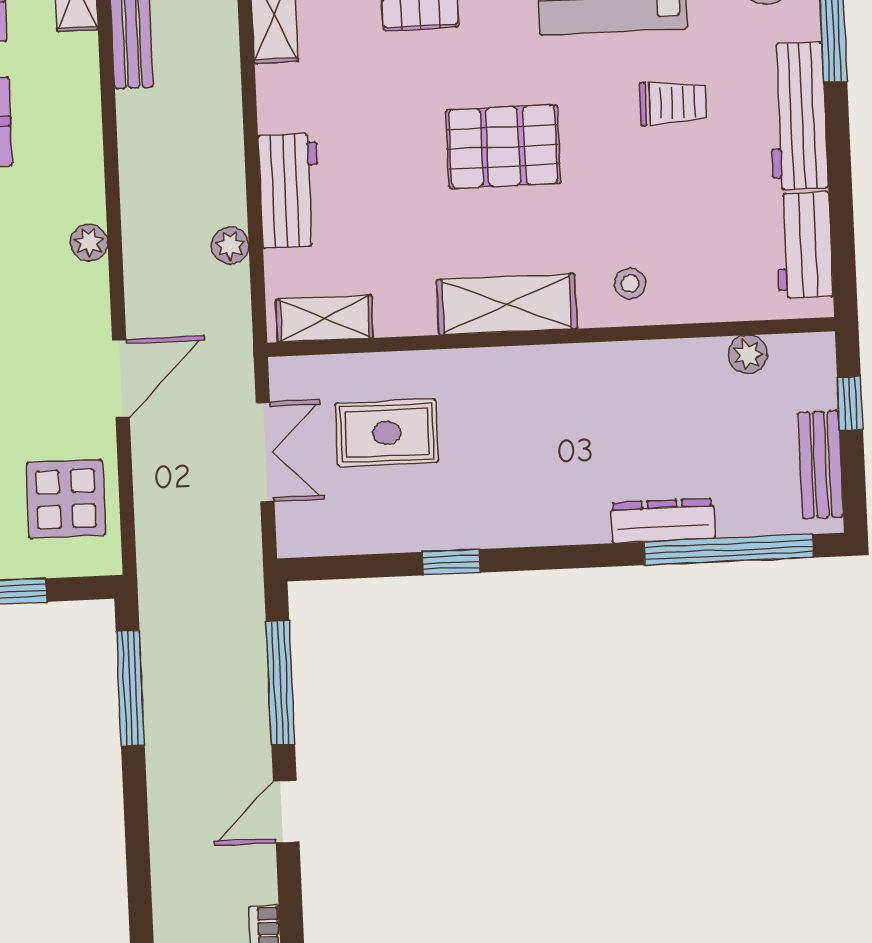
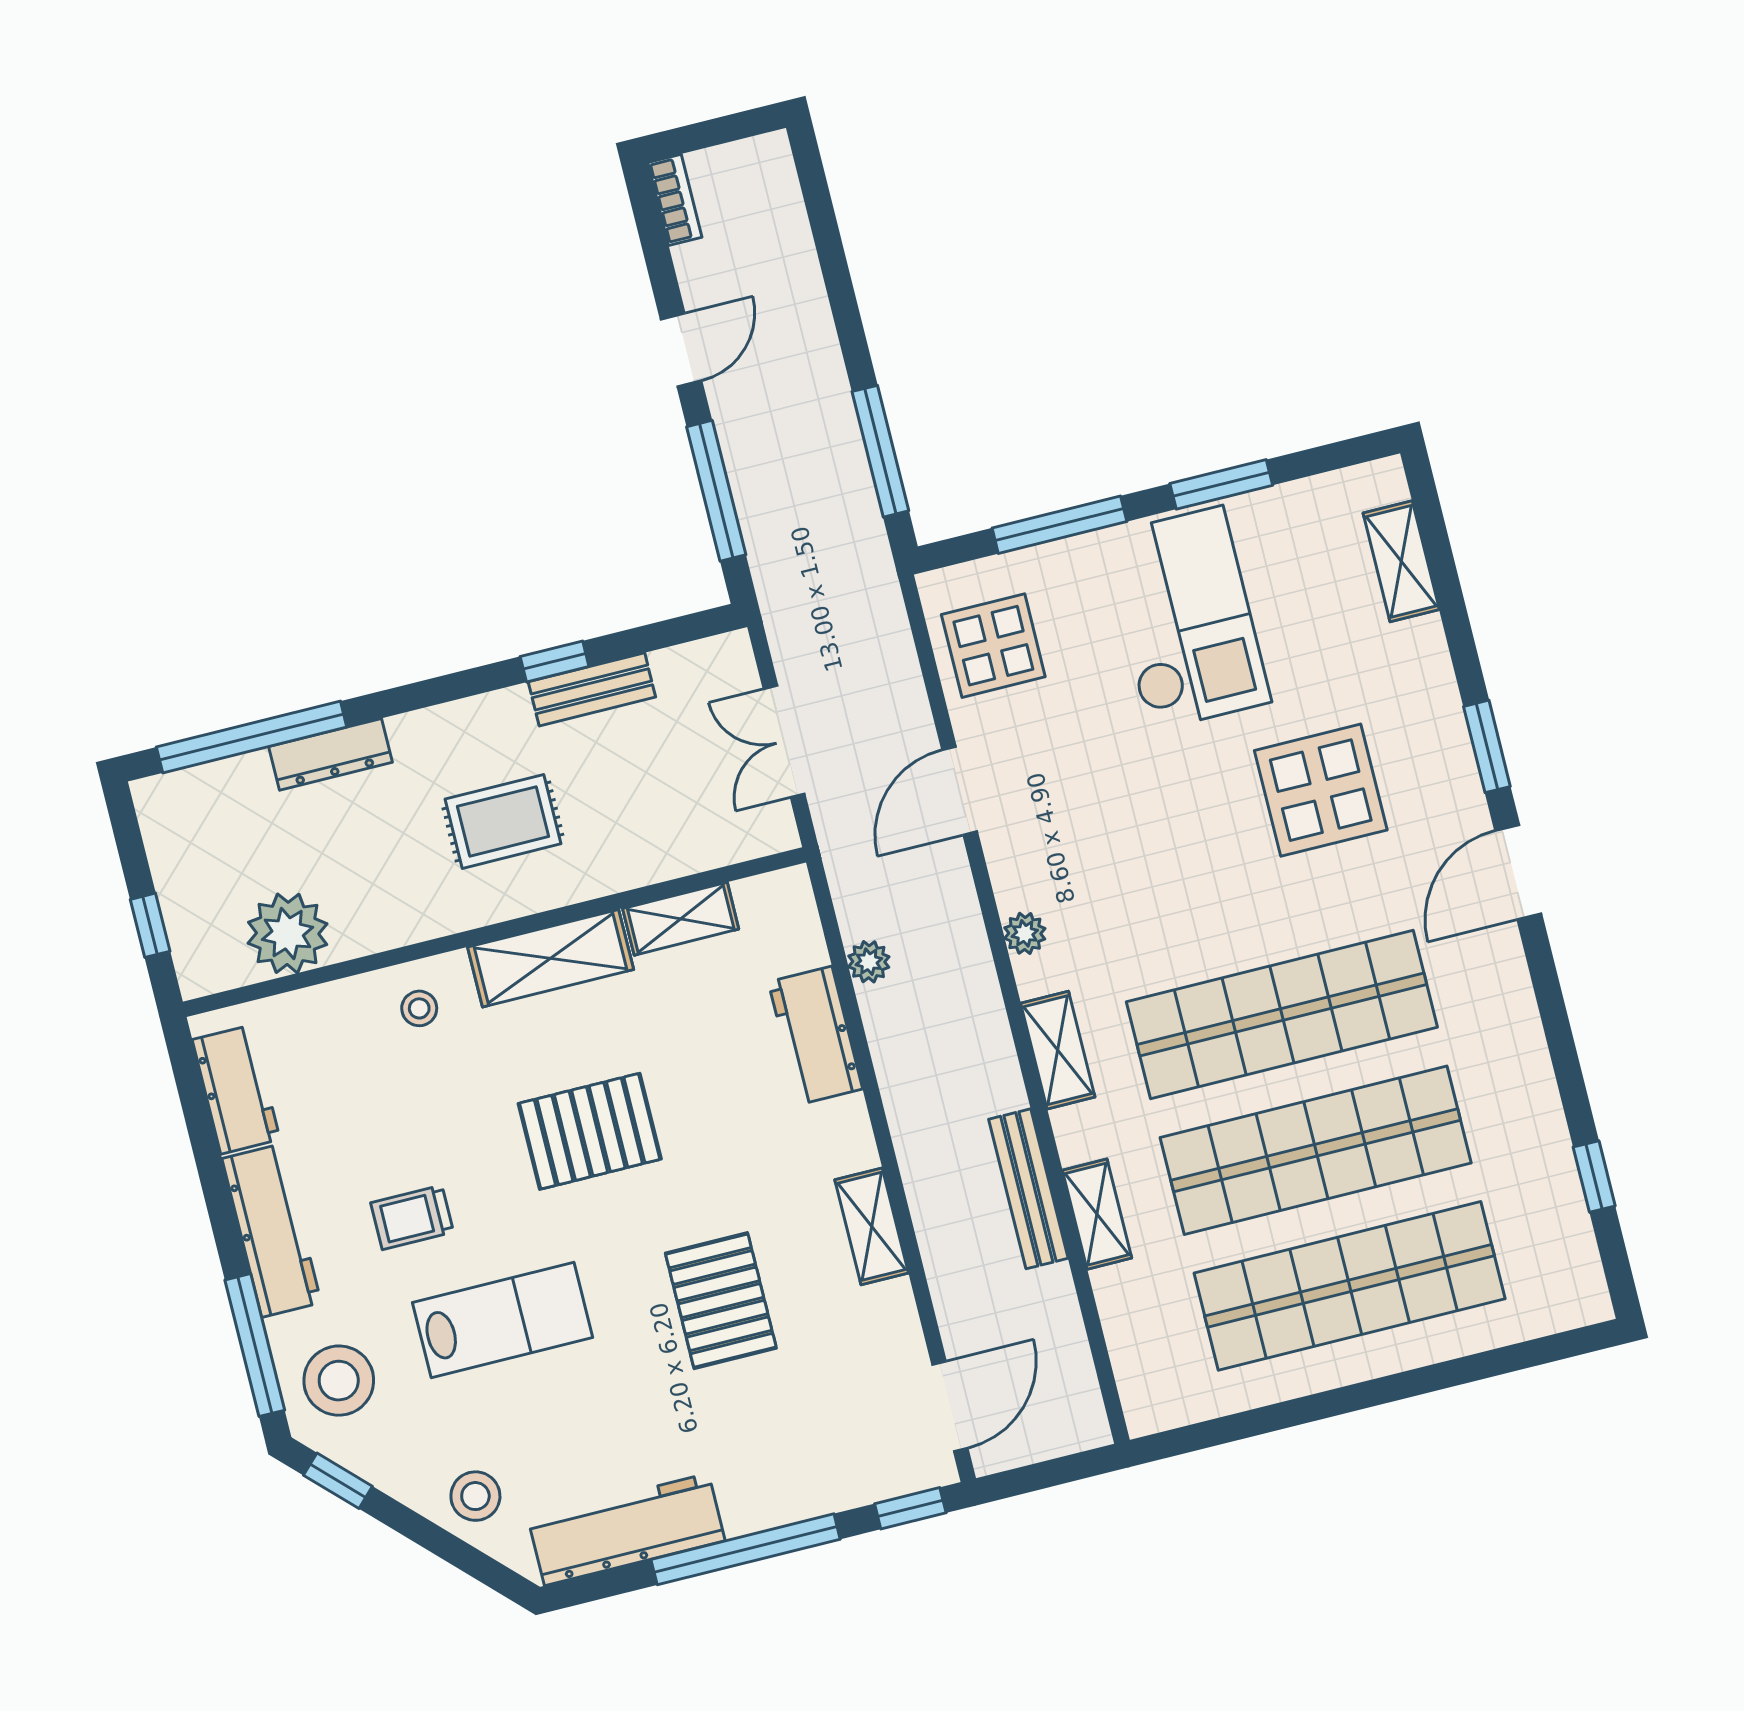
shelving: (81, 135) -> (1058, 1050), added
shelving: (324, 319) -> (681, 919), moved
plant: (748, 354) -> (288, 933), width x1.88, depth x1.88
rug: (387, 433) -> (503, 821), moved
bench: (821, 465) -> (592, 689), moved, turned 90

